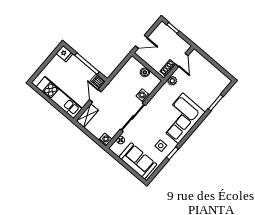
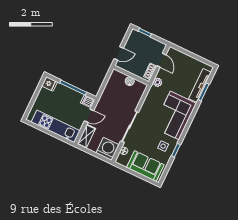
tv unit: (214, 95) -> (200, 85), added
door: (95, 96) -> (89, 116), swing flipped
washing machine: (143, 96) -> (134, 104), removed
washing machine: (105, 140) -> (108, 149), width x1.89, depth x1.89

